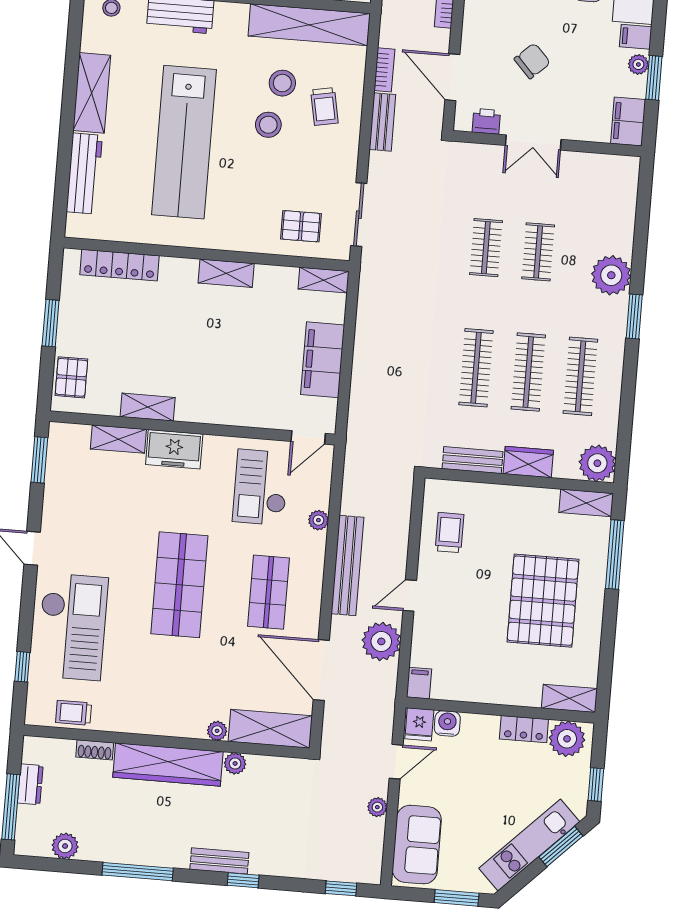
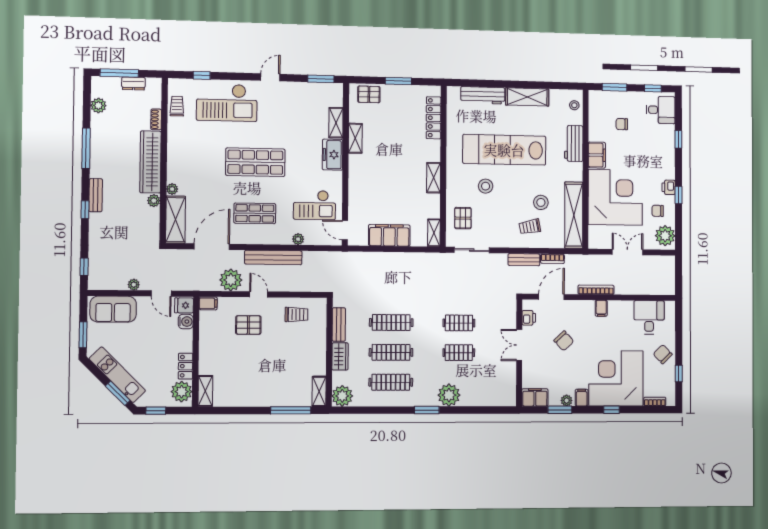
stool: (268, 125) -> (486, 186), moved
checkout: (261, 487) -> (315, 205), turned 180
pallet: (543, 601) -> (248, 325), moved, width x0.49, depth x0.50

